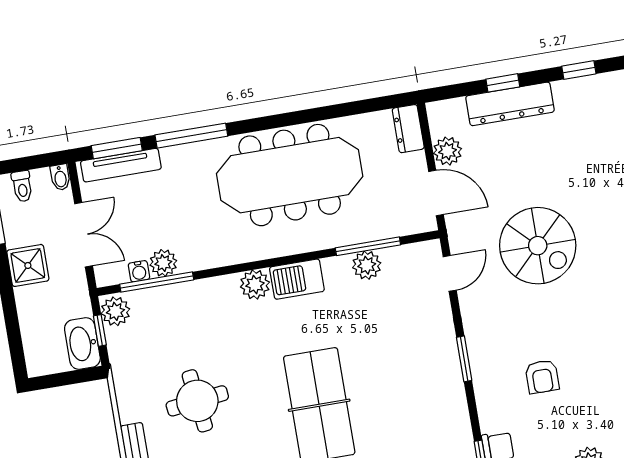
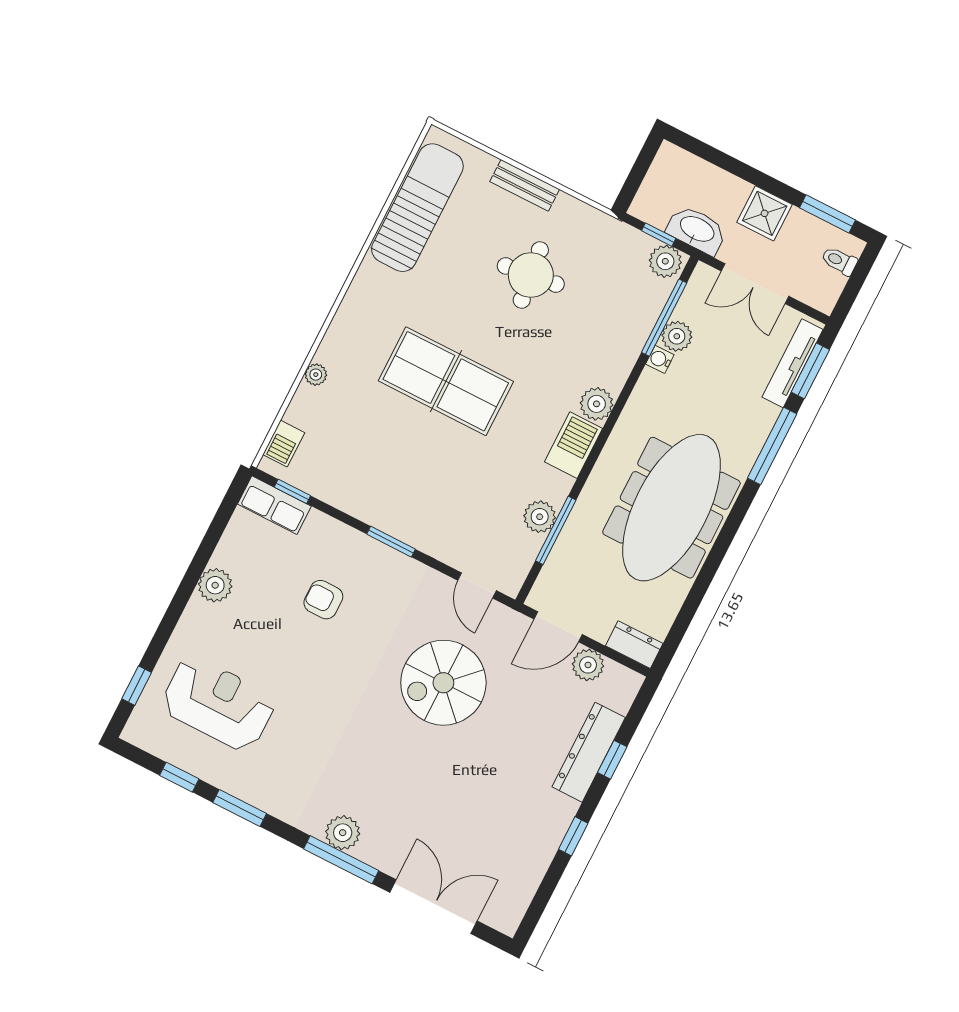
bidet: (60, 177) -> (822, 301), removed
water cooler: (139, 271) -> (660, 359), moved
washbasin: (82, 344) -> (697, 230), moved

